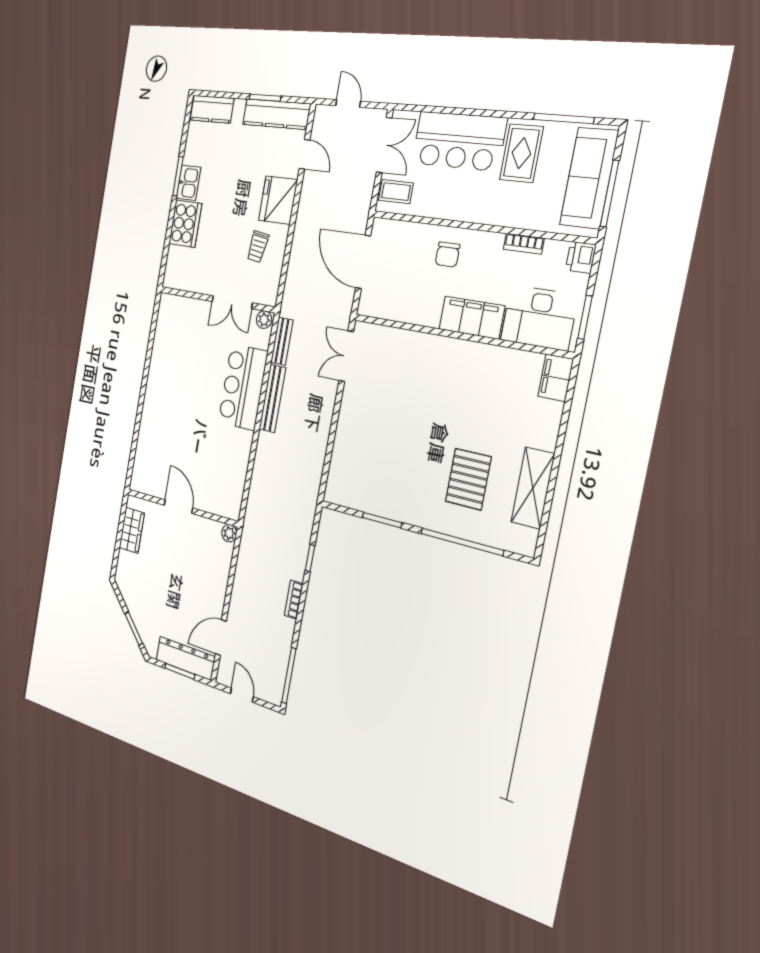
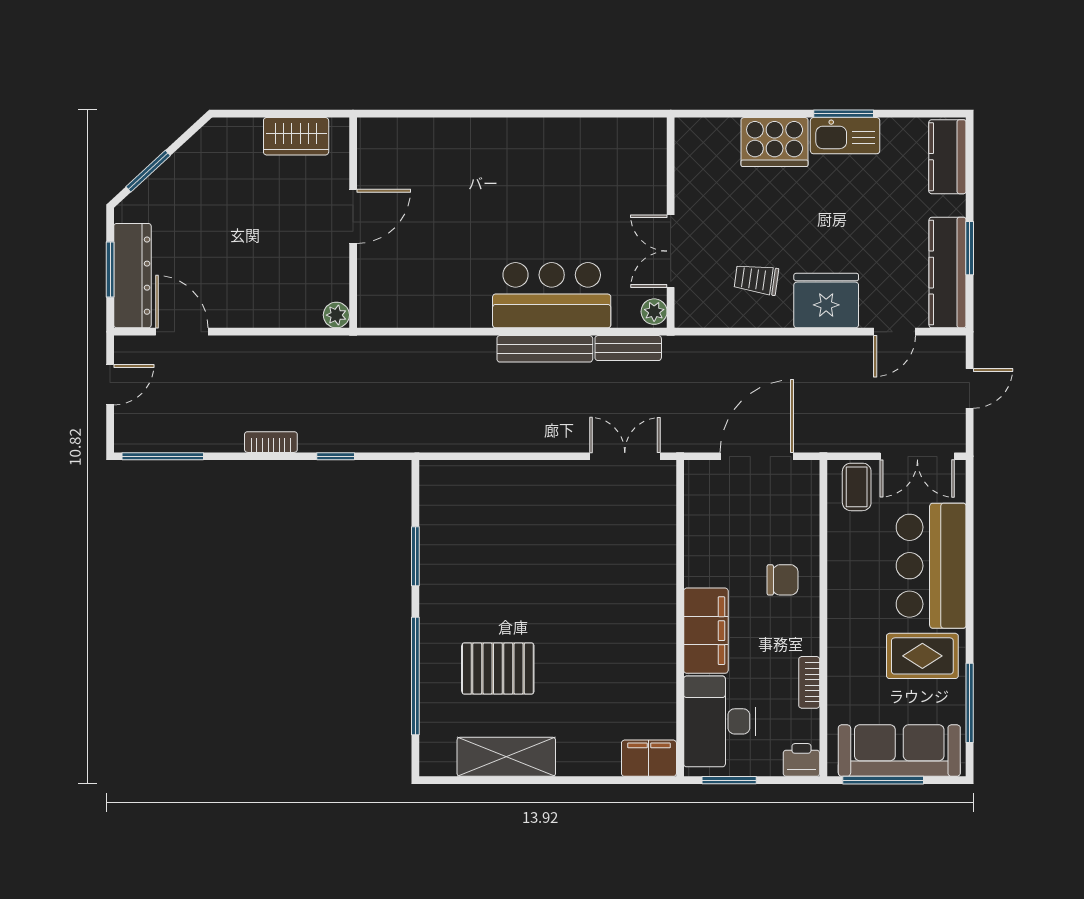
kitchen sink: (188, 183) -> (845, 136), width x1.38
chair: (448, 254) -> (783, 580), turned 180

